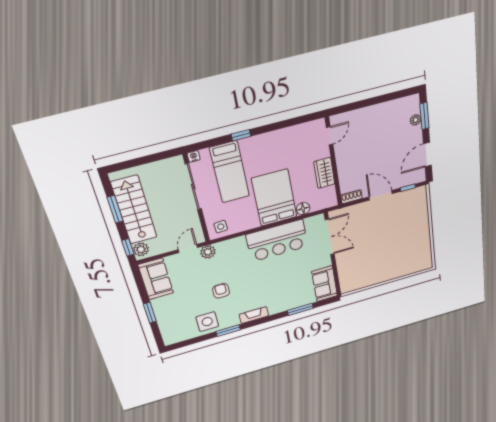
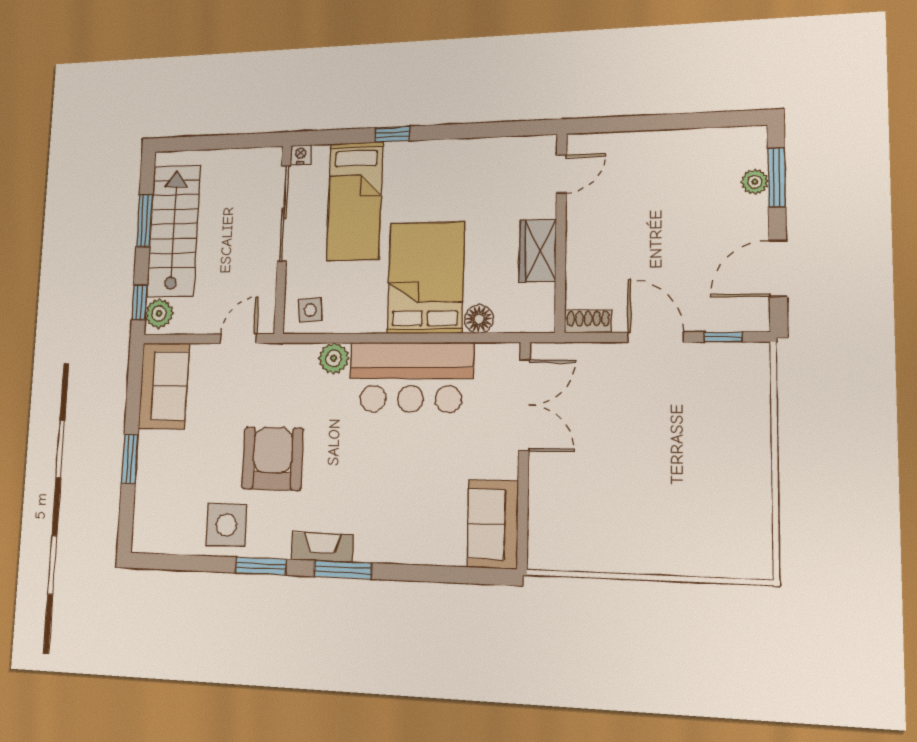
plant: (208, 252) -> (334, 358), moved
armchair: (221, 291) -> (273, 459), width x1.88, depth x1.88
window: (300, 309) -> (342, 570), moved

